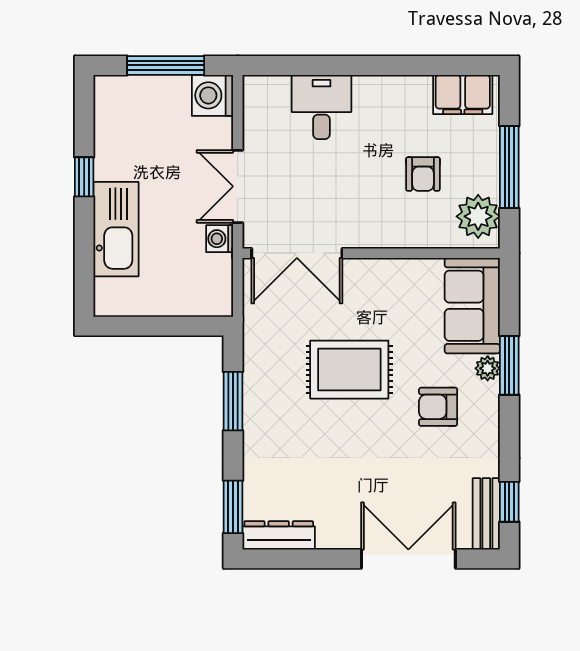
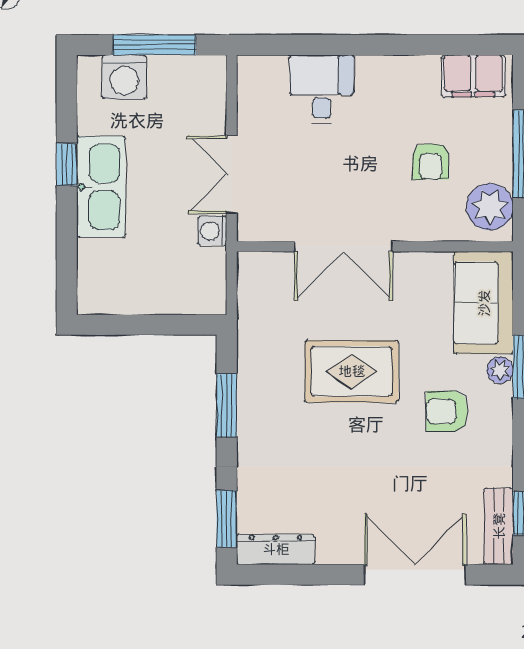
washing machine: (212, 95) -> (124, 77), moved, turned -90
kitchen sink: (116, 229) -> (101, 187), moved
double door: (297, 253) -> (343, 246), moved

